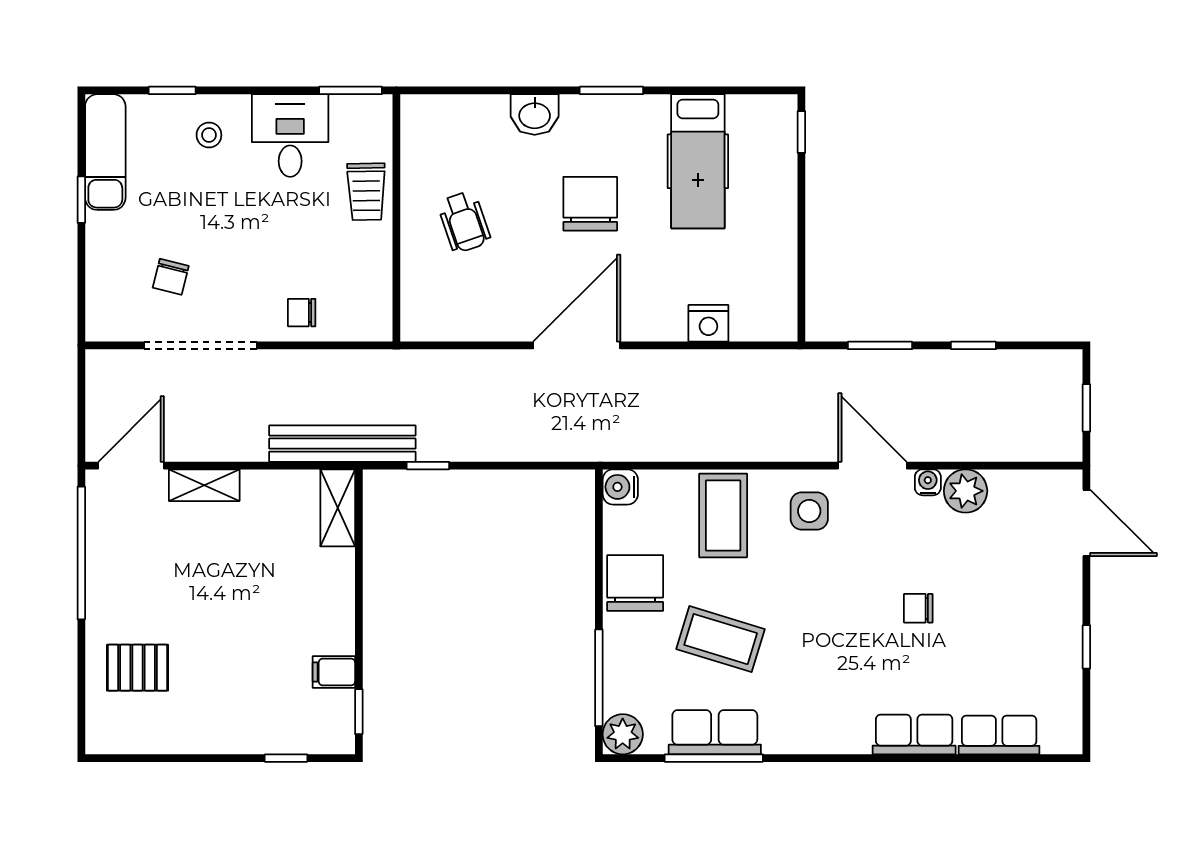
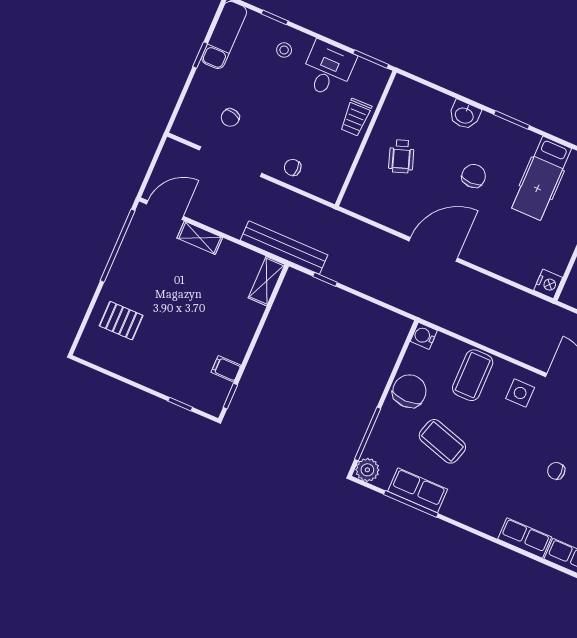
chair: (590, 204) -> (474, 176), width x0.73, depth x0.73
nightstand: (708, 323) -> (548, 284), moved, turned -90

